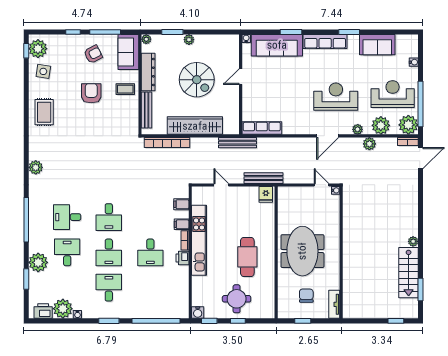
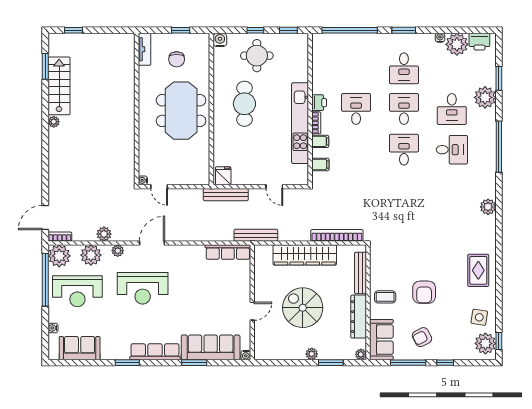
sofa: (377, 45) -> (80, 348), moved
water cooler: (198, 312) -> (220, 40), moved

